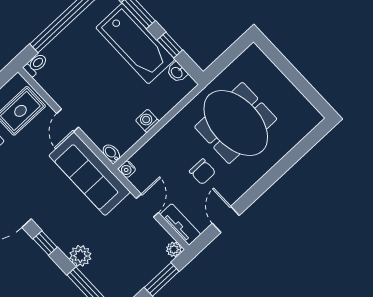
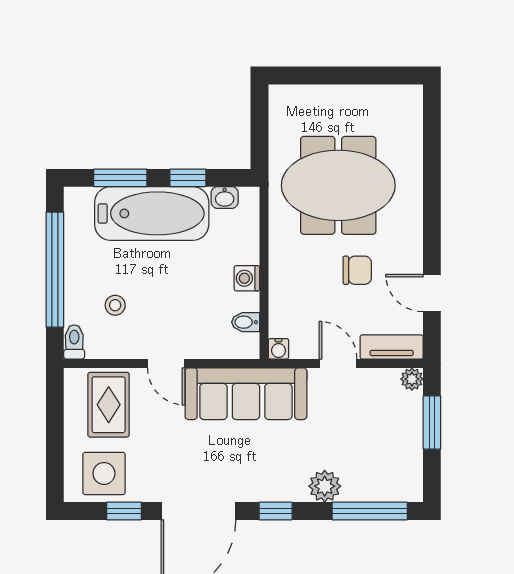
stool: (73, 68) -> (115, 305), added
bidet: (111, 153) -> (246, 322), moved

